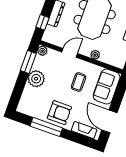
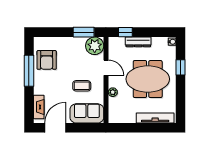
plant: (42, 51) -> (95, 46), width x1.88, depth x1.88
plant: (36, 79) -> (71, 45), removed
armchair: (59, 113) -> (47, 60), moved

